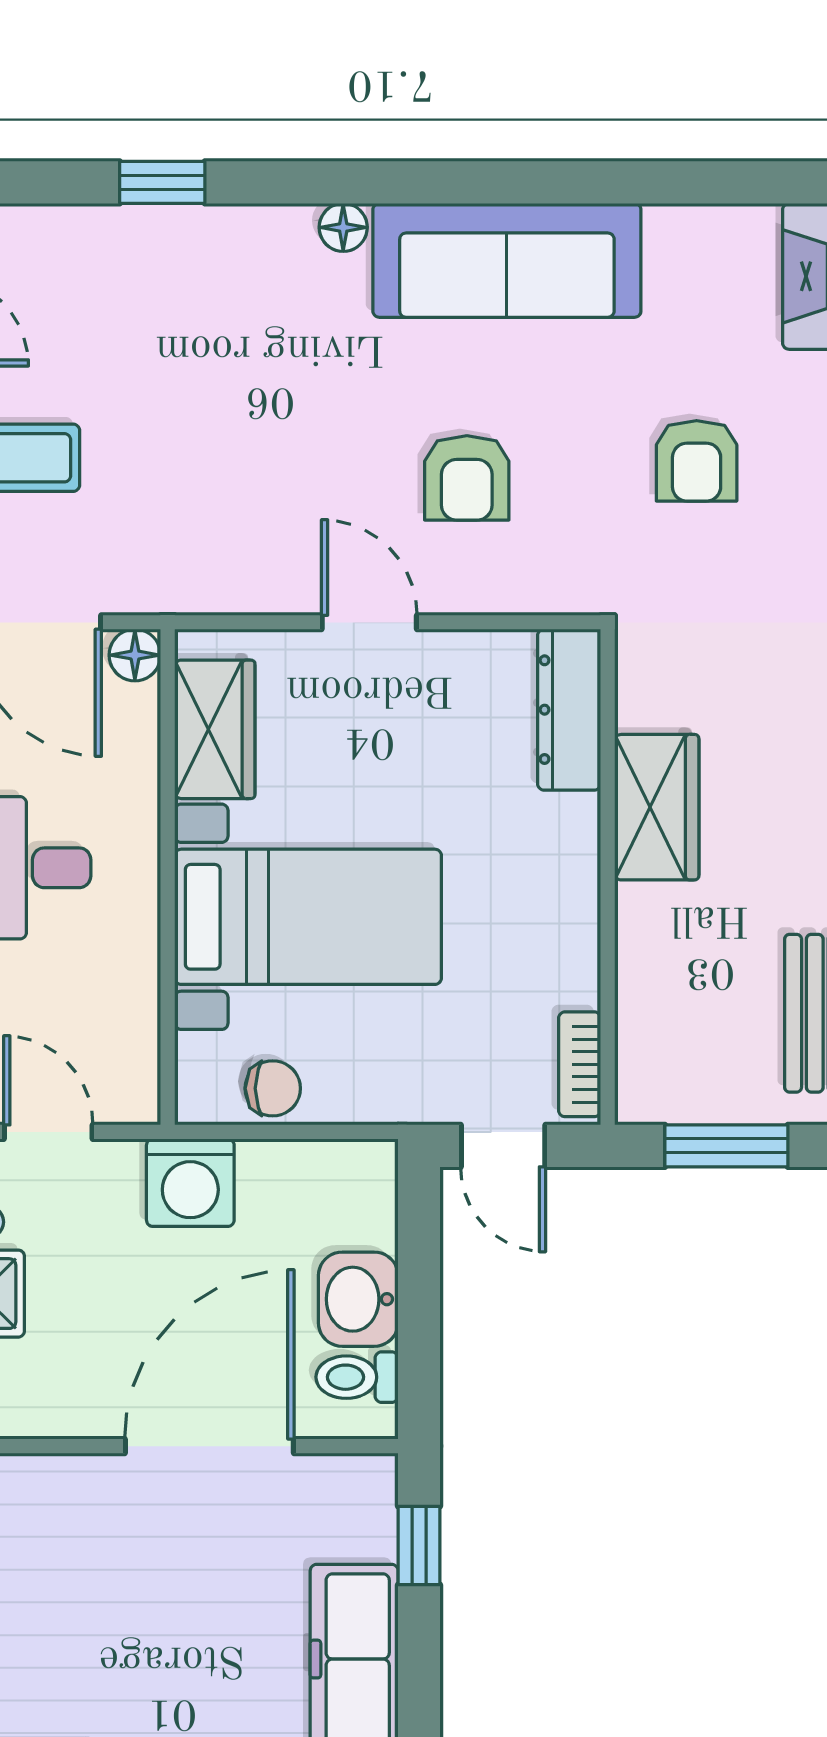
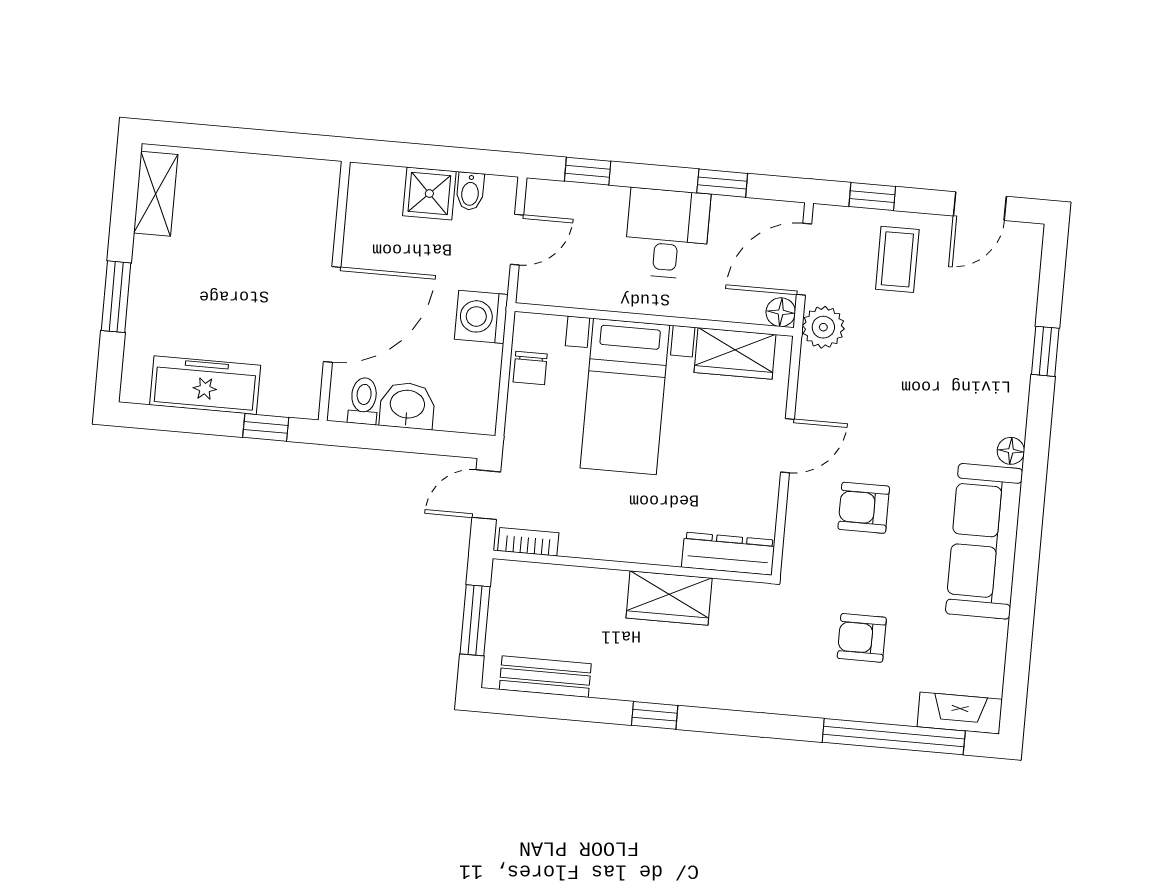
plant: (155, 578) -> (823, 327), added
door: (209, 1446) -> (332, 314), hinge flipped

